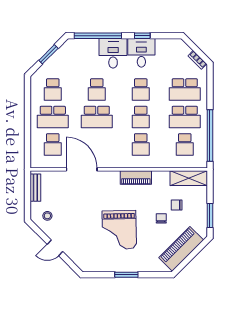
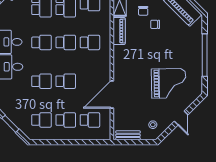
school desk: (53, 117) -> (66, 120), width x0.54
school desk: (97, 117) -> (66, 81), width x0.54
piano: (136, 178) -> (119, 31), moved
grand piano: (119, 230) -> (169, 83), moved
window: (126, 275) -> (205, 55), width x2.11

